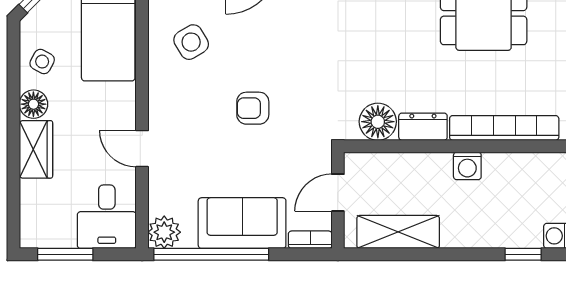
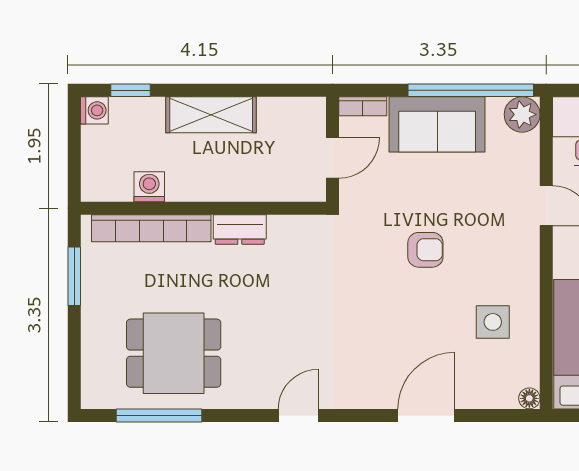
side table: (191, 42) -> (493, 322), turned 31
floor lamp: (378, 122) -> (289, 235), removed
washing machine: (467, 166) -> (149, 187), moved
shelving: (398, 232) -> (211, 115), moved

